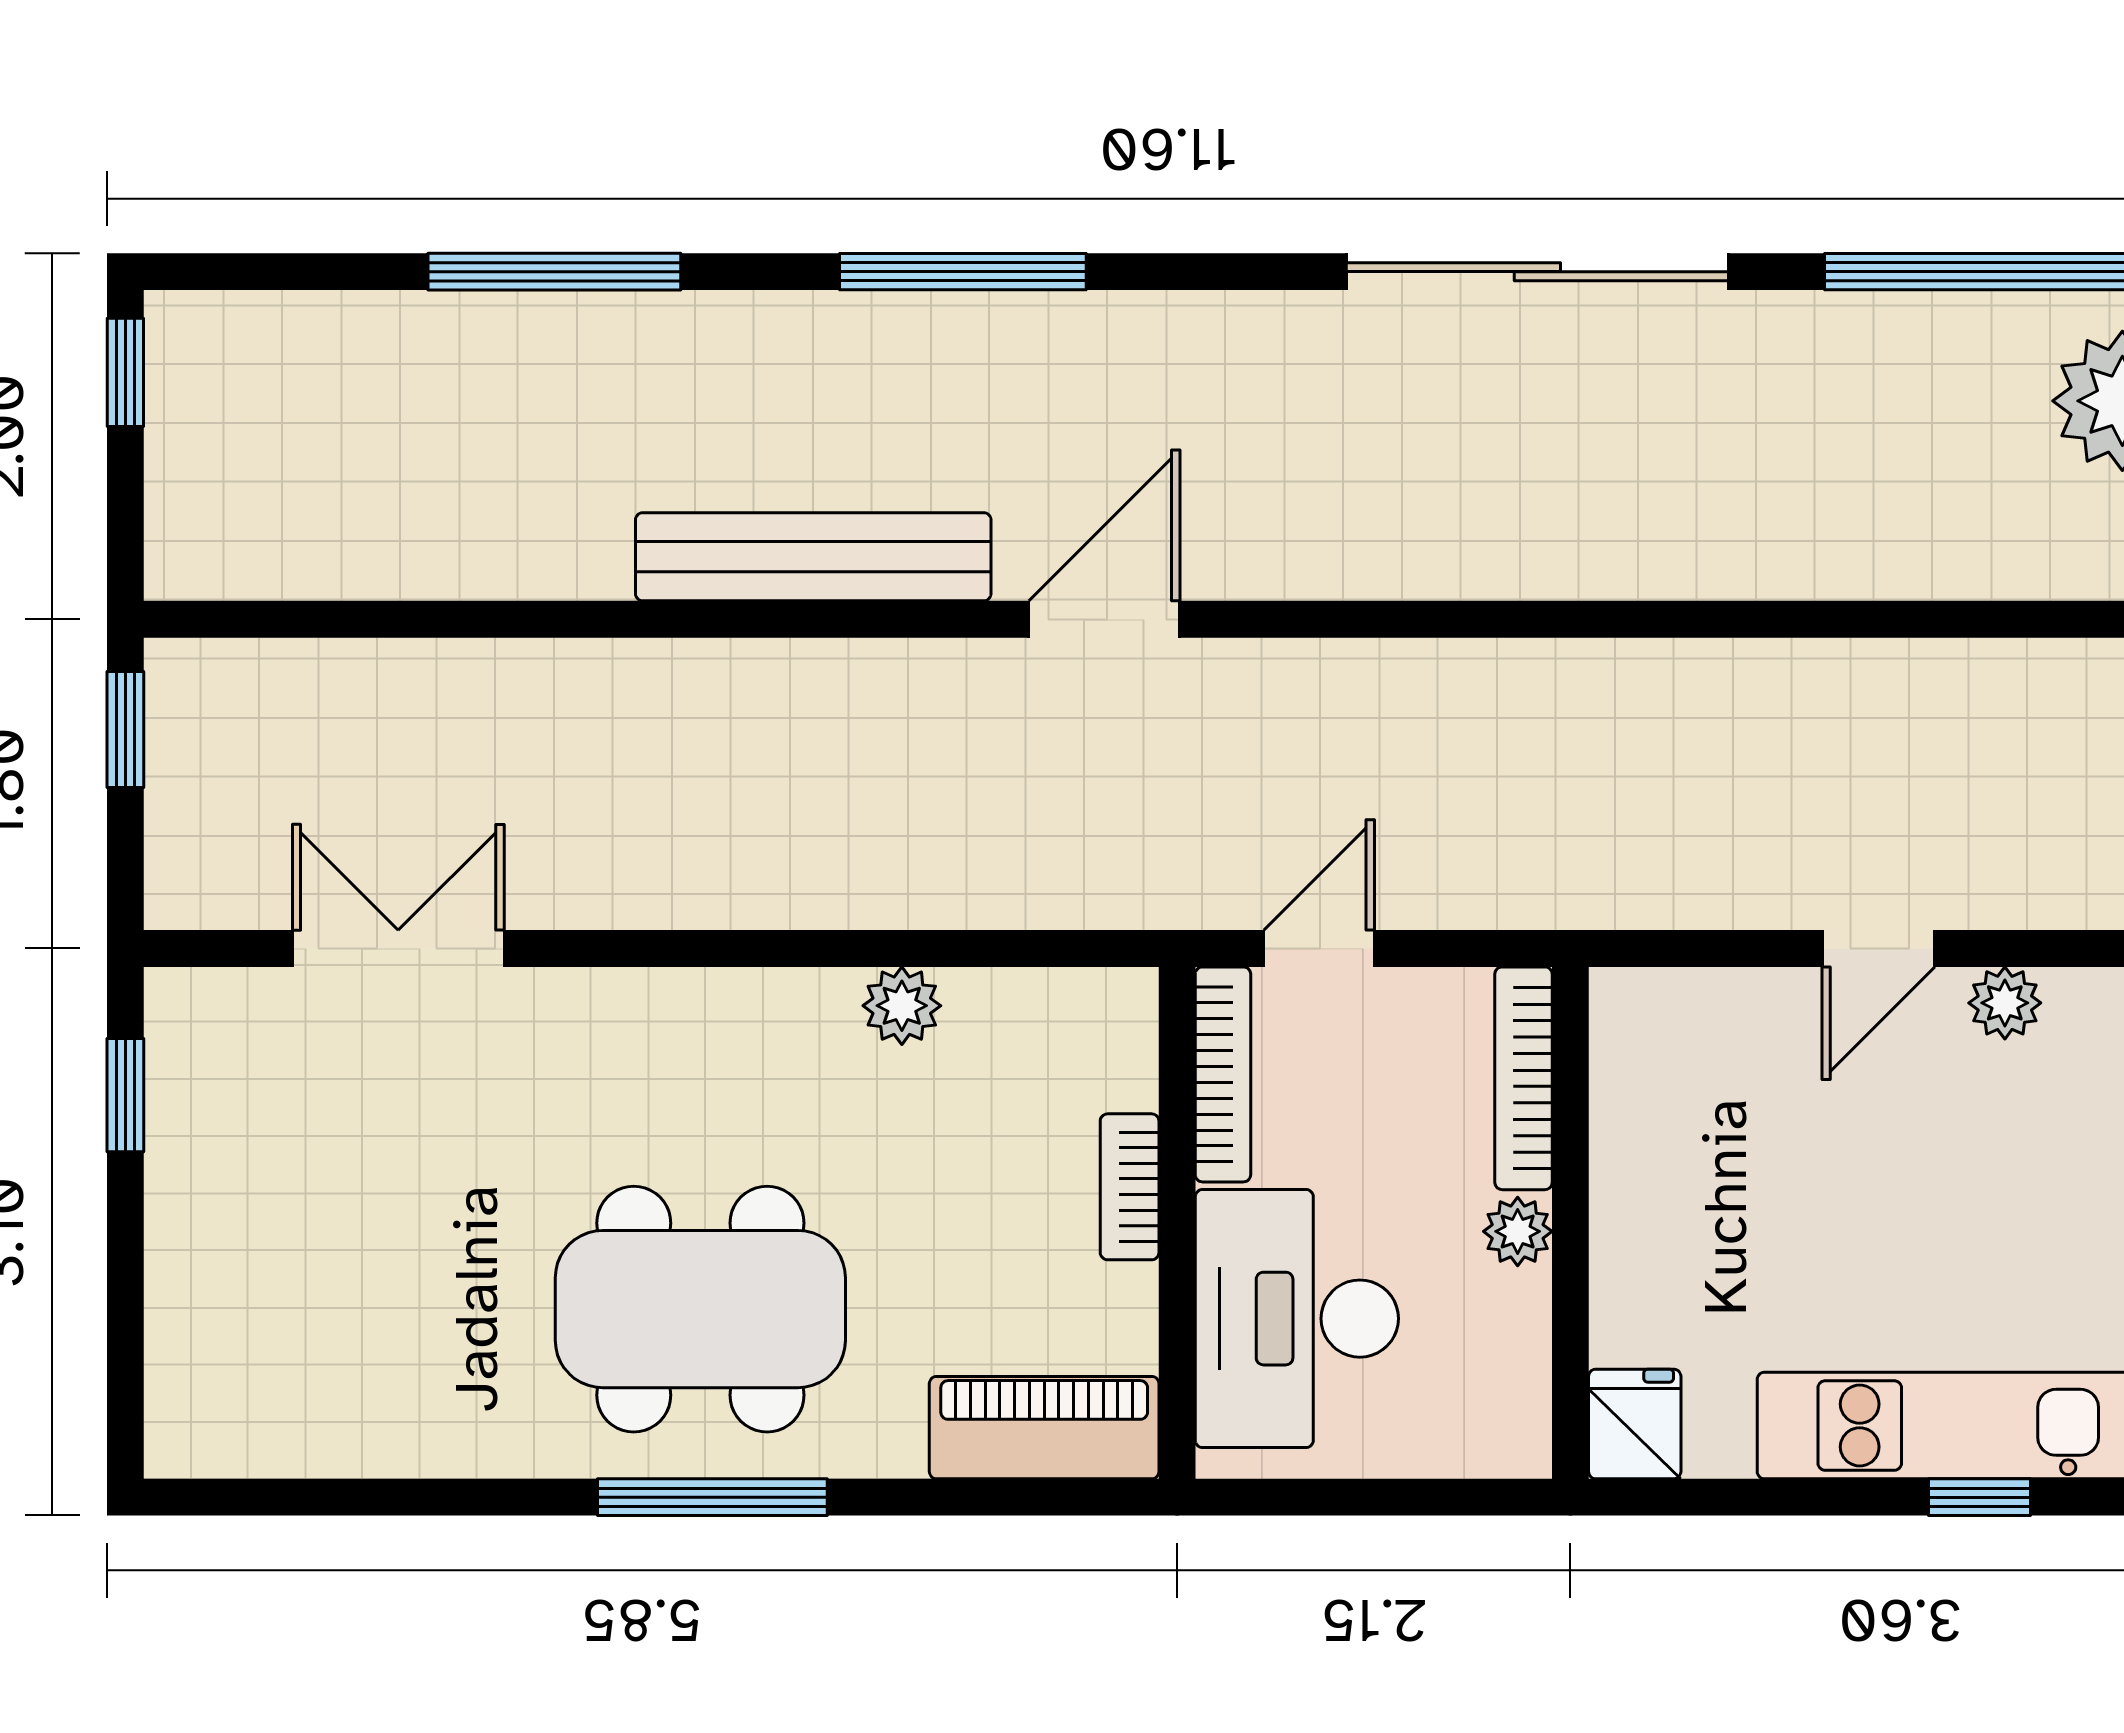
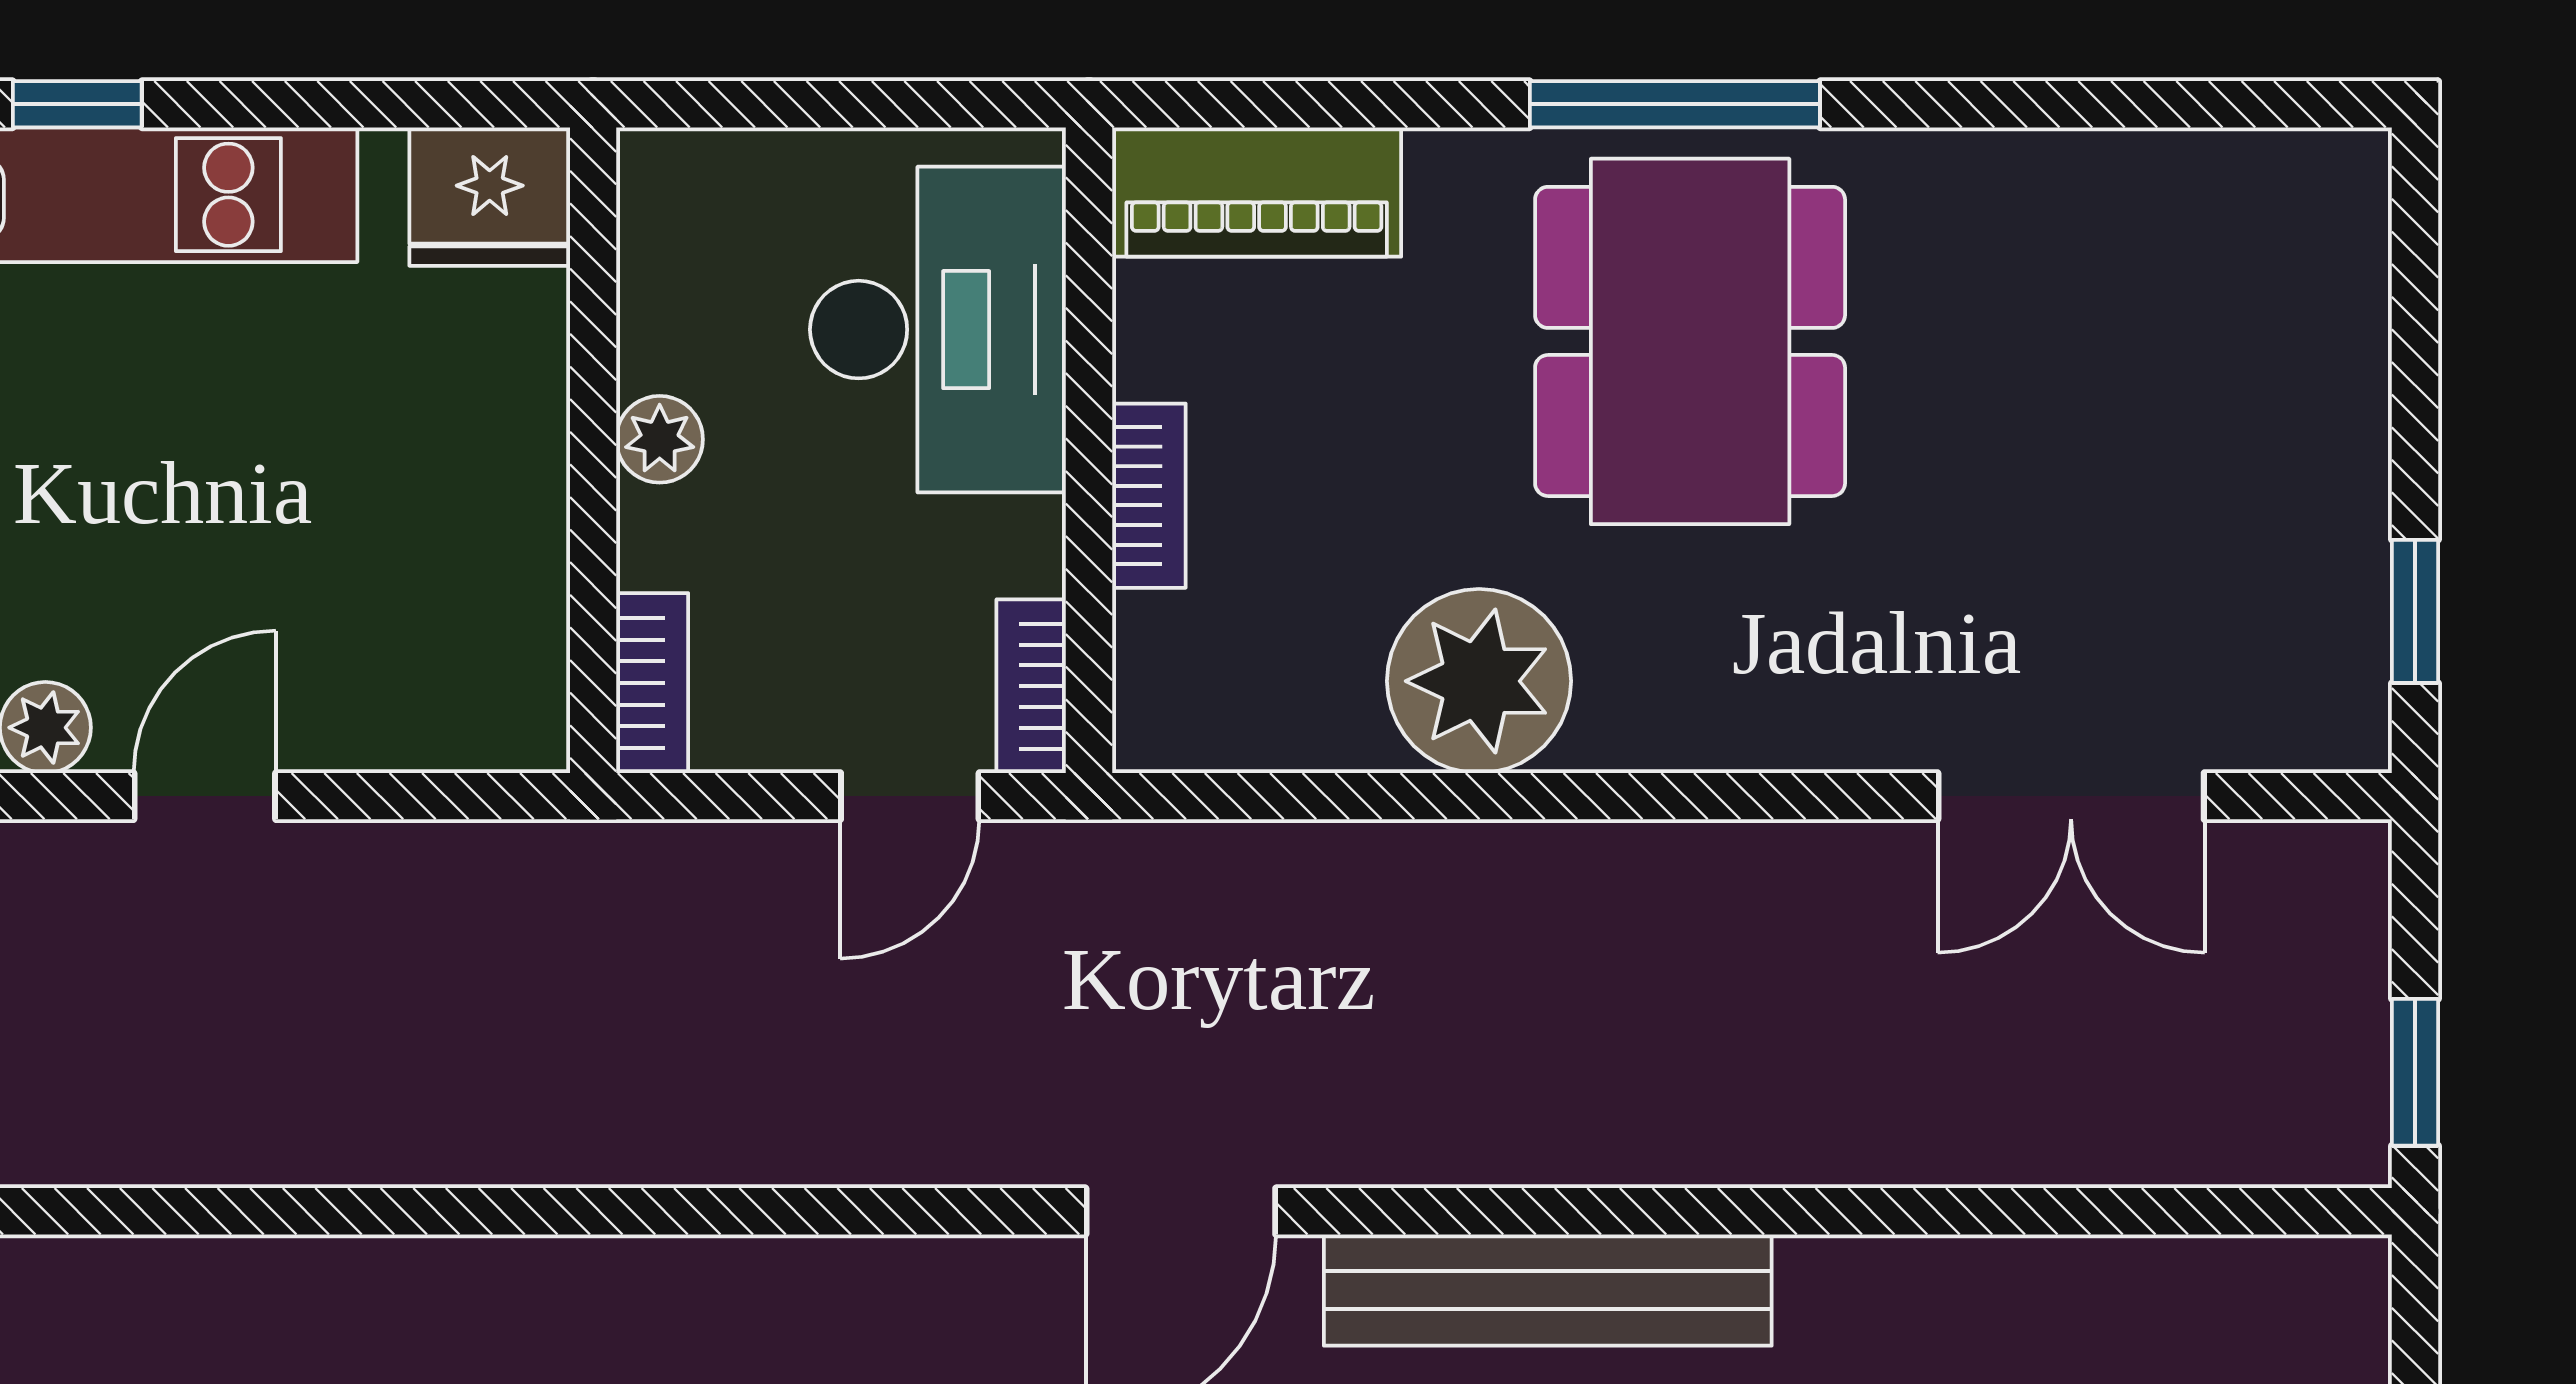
plant: (902, 1006) -> (1479, 681), width x1.87, depth x1.87
bookcase: (1223, 1074) -> (1031, 686), width x0.64
bookcase: (1524, 1078) -> (652, 683), width x0.64
dining table: (700, 1309) -> (1690, 341), turned 90
fridge: (1635, 1424) -> (490, 197), width x1.38

